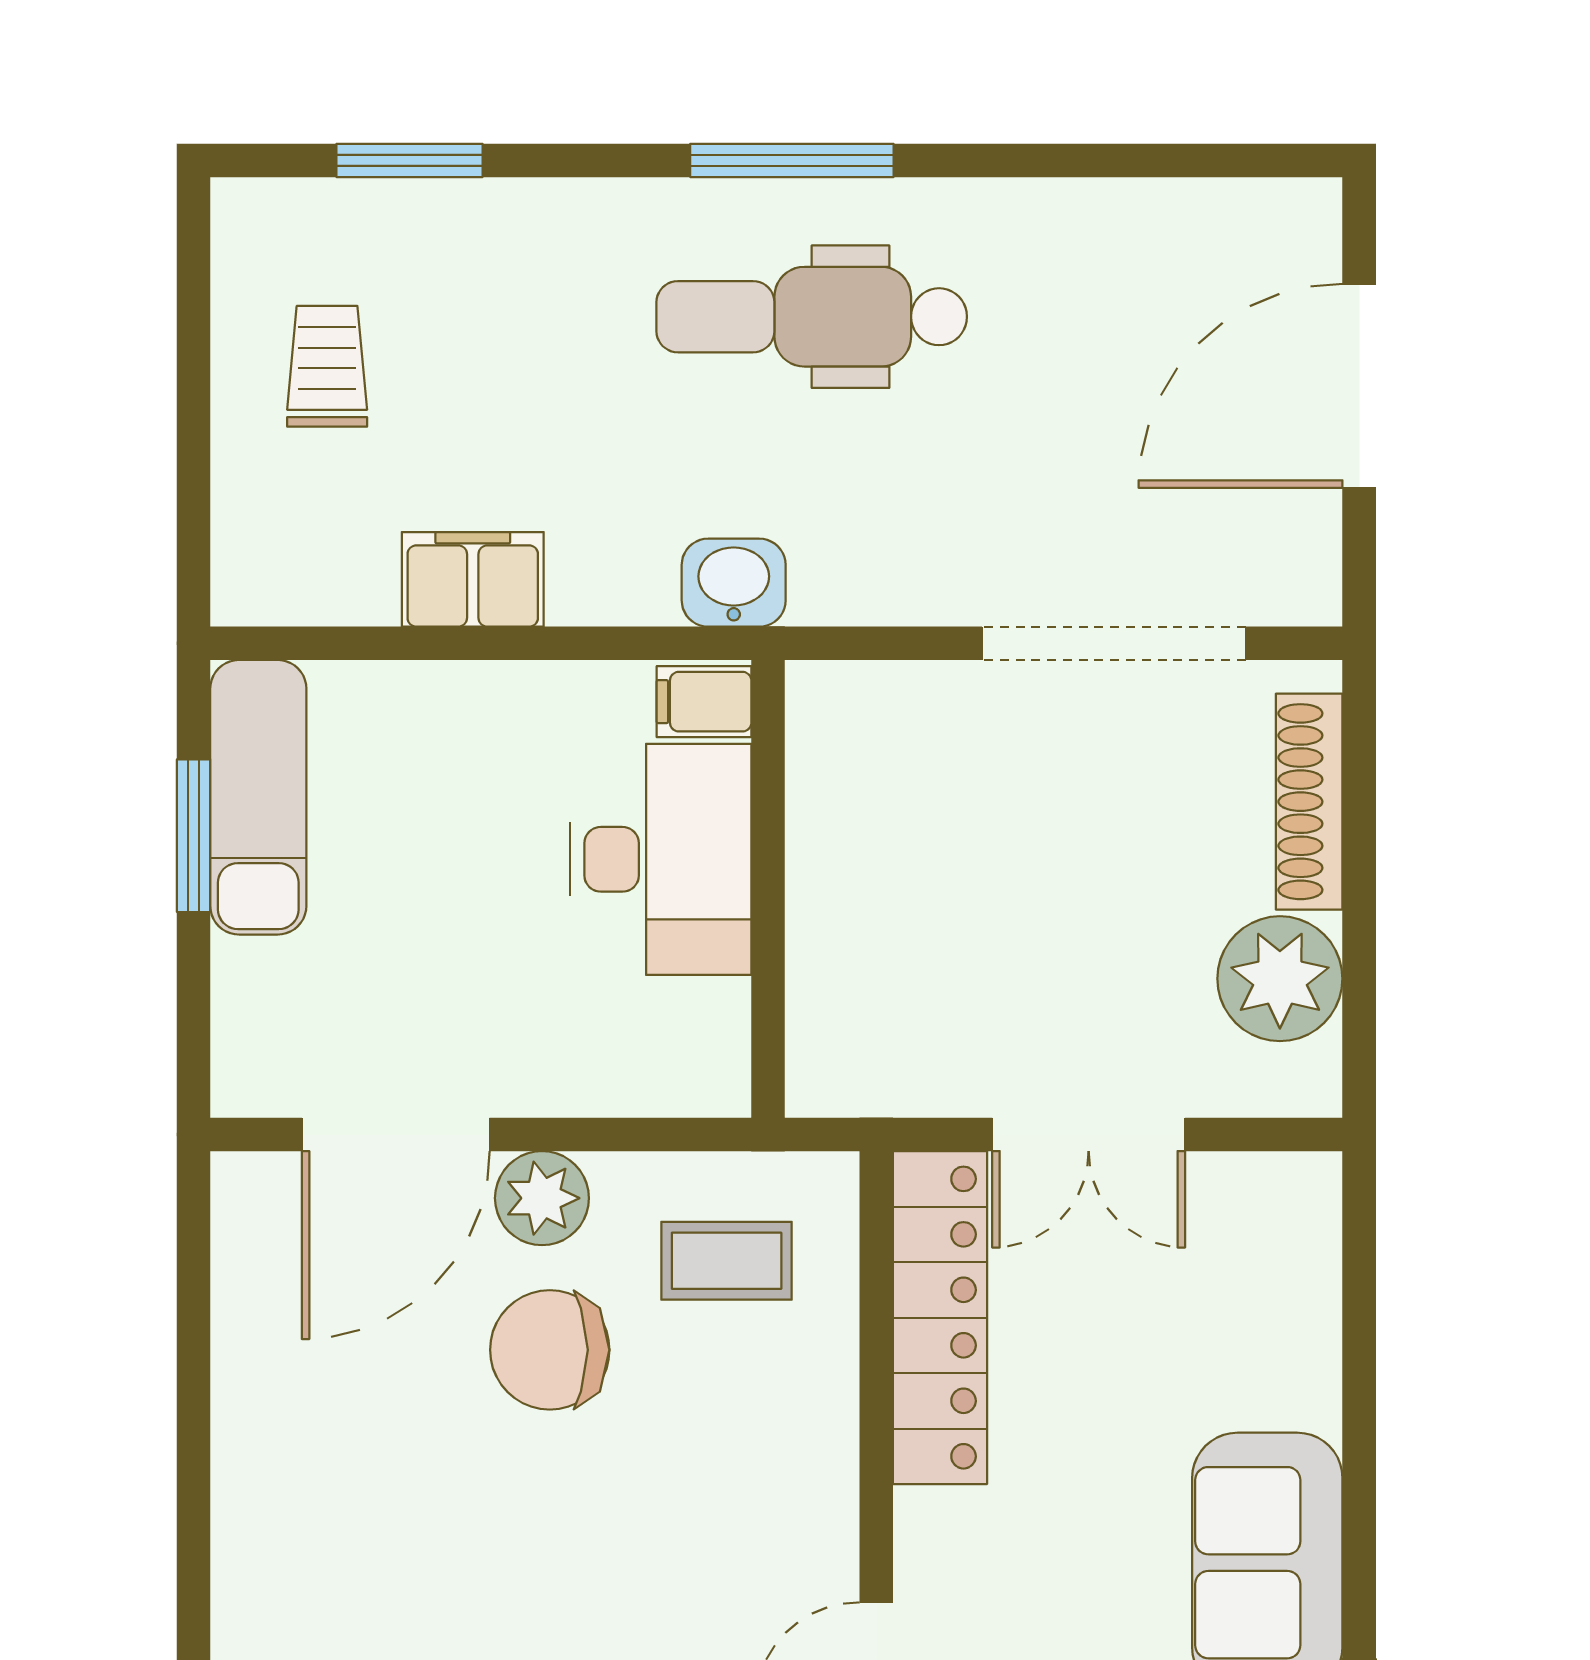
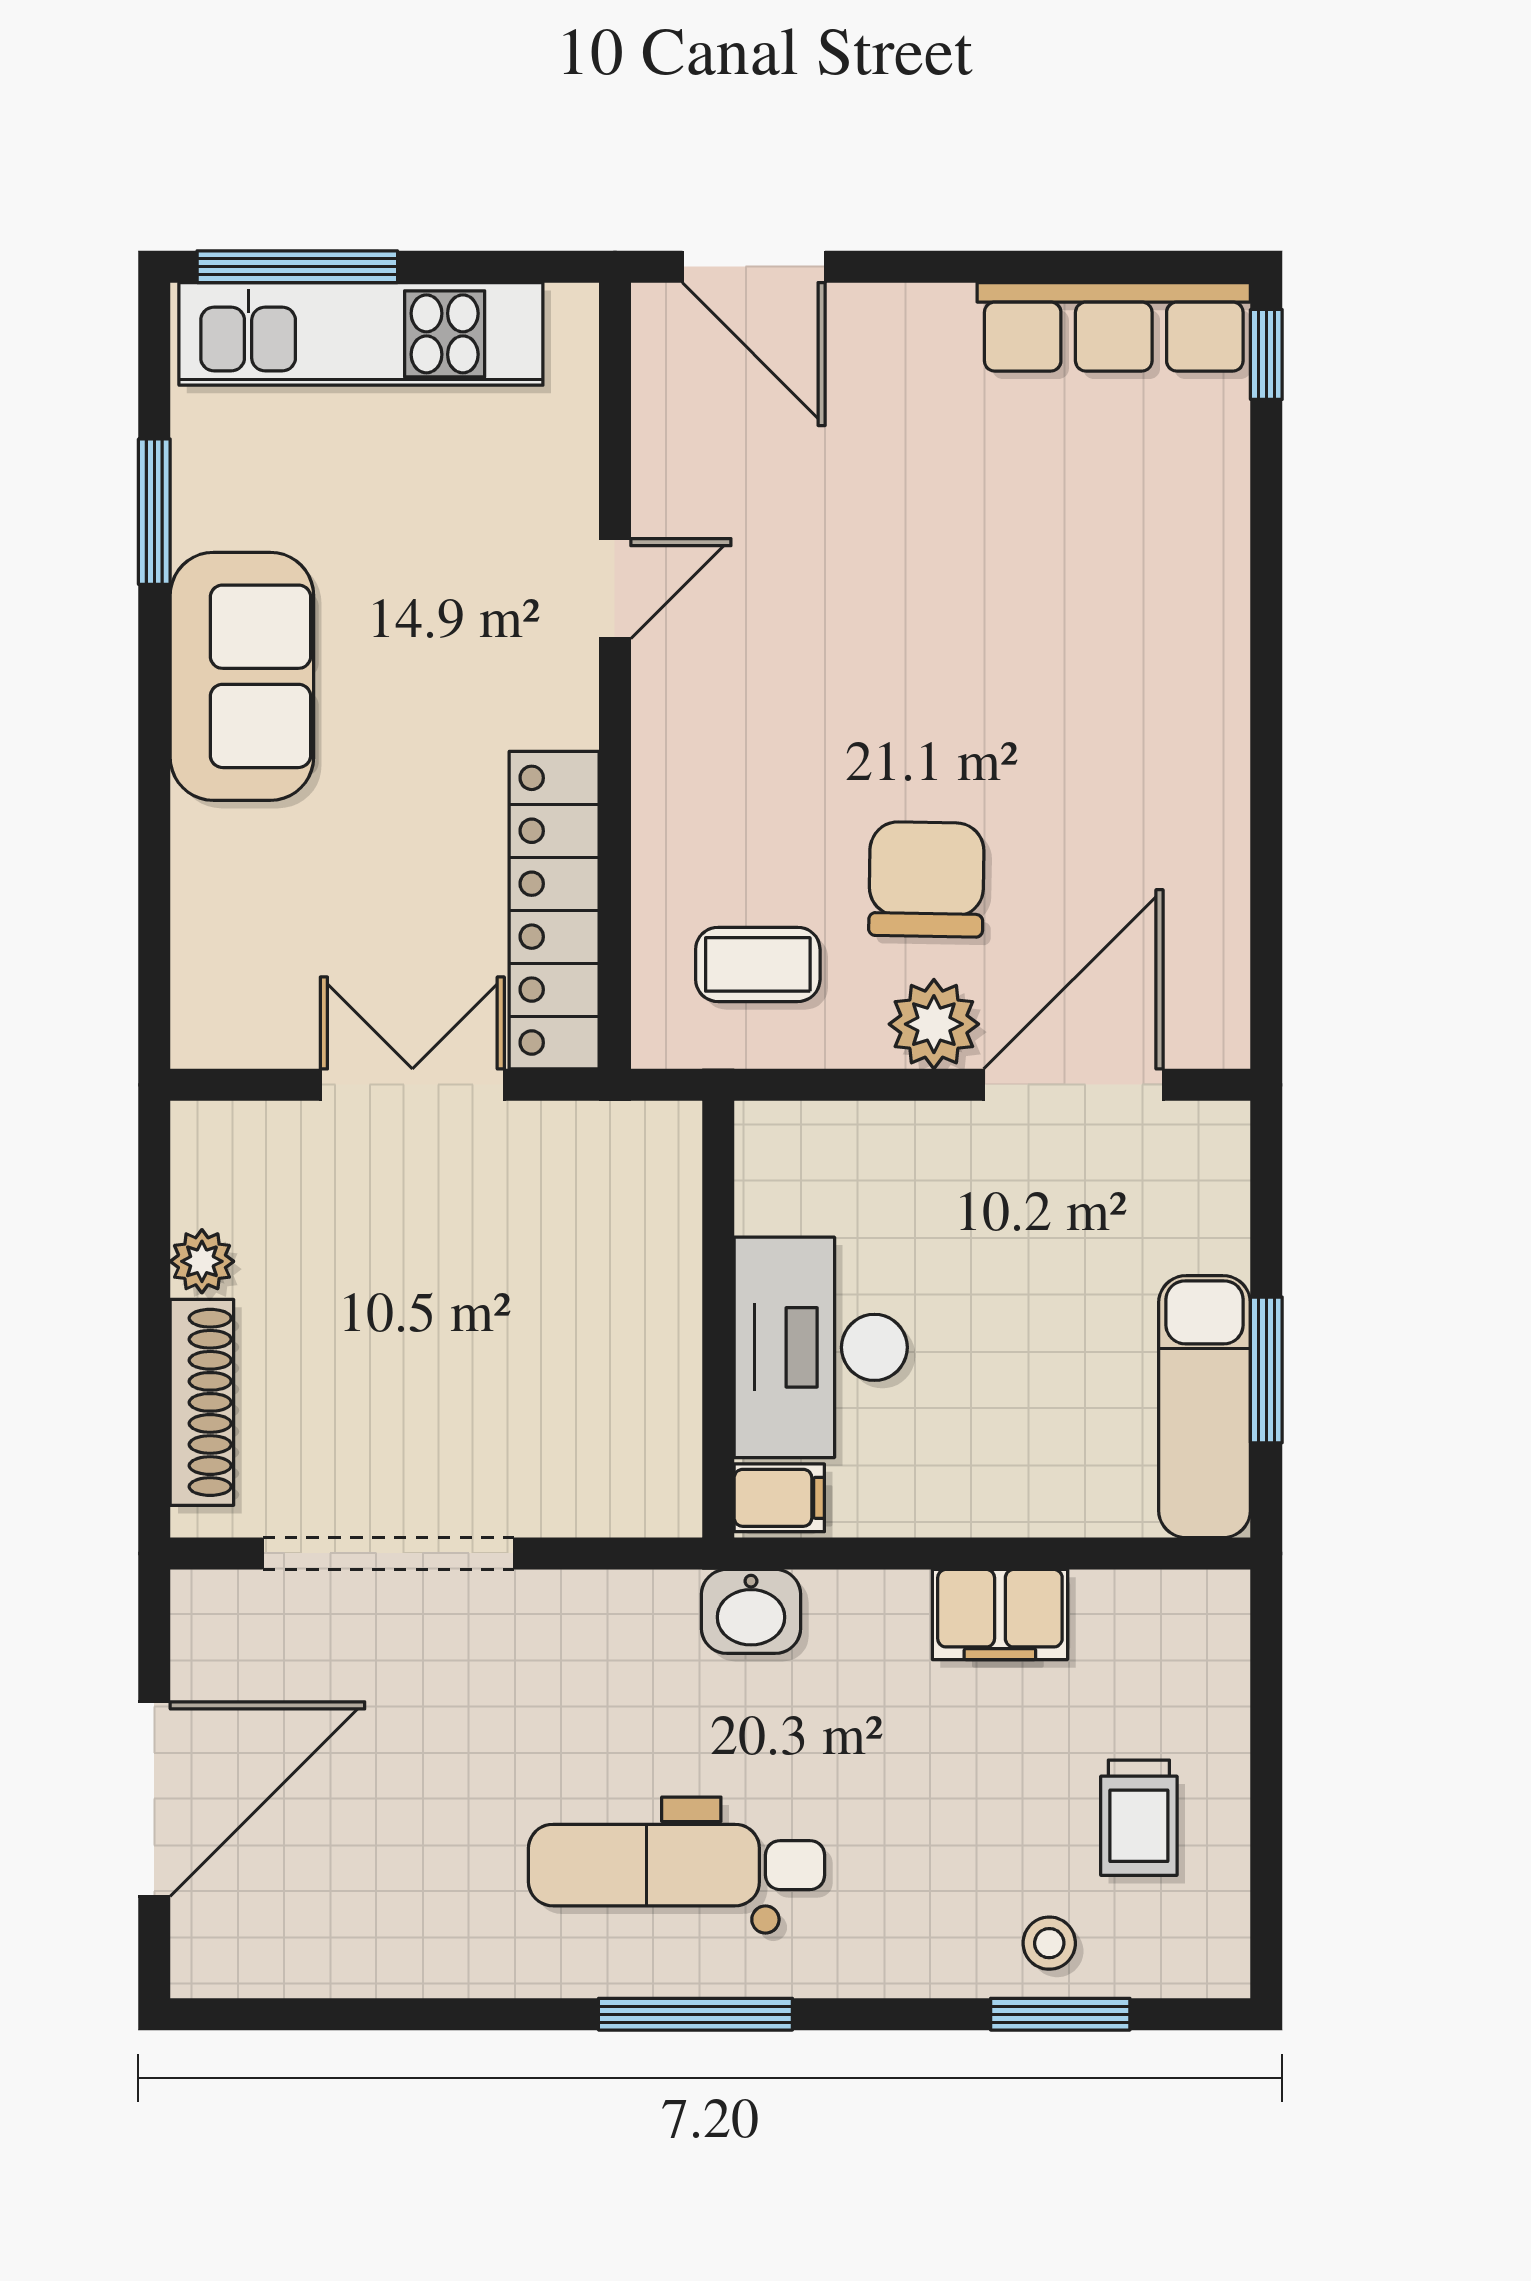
stool: (421, 235) -> (1049, 1943), added
dental chair: (812, 317) -> (677, 1865), turned 180
plant: (1280, 979) -> (202, 1261), width x0.53, depth x0.53
chair: (550, 1350) -> (926, 879), turned -89

